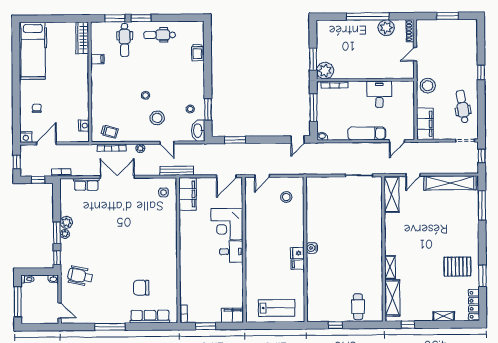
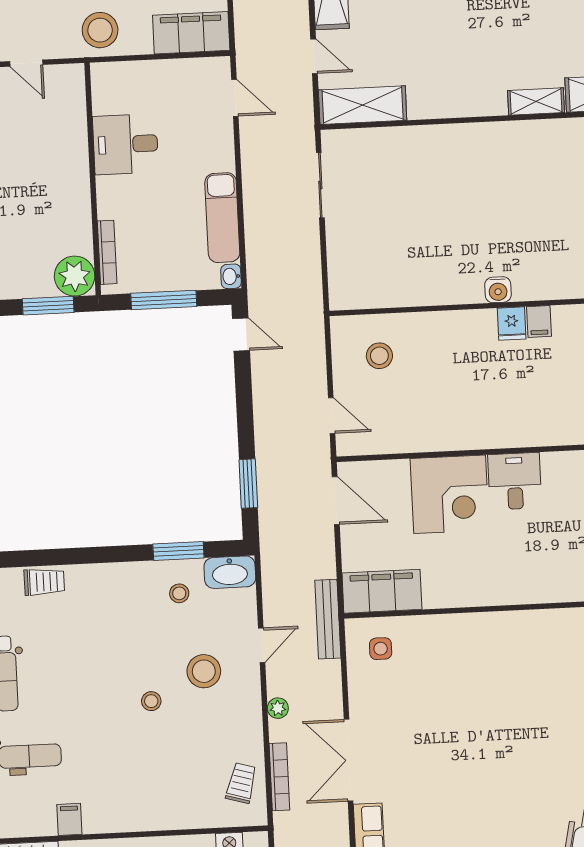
exam couch: (367, 134) -> (222, 218), moved

